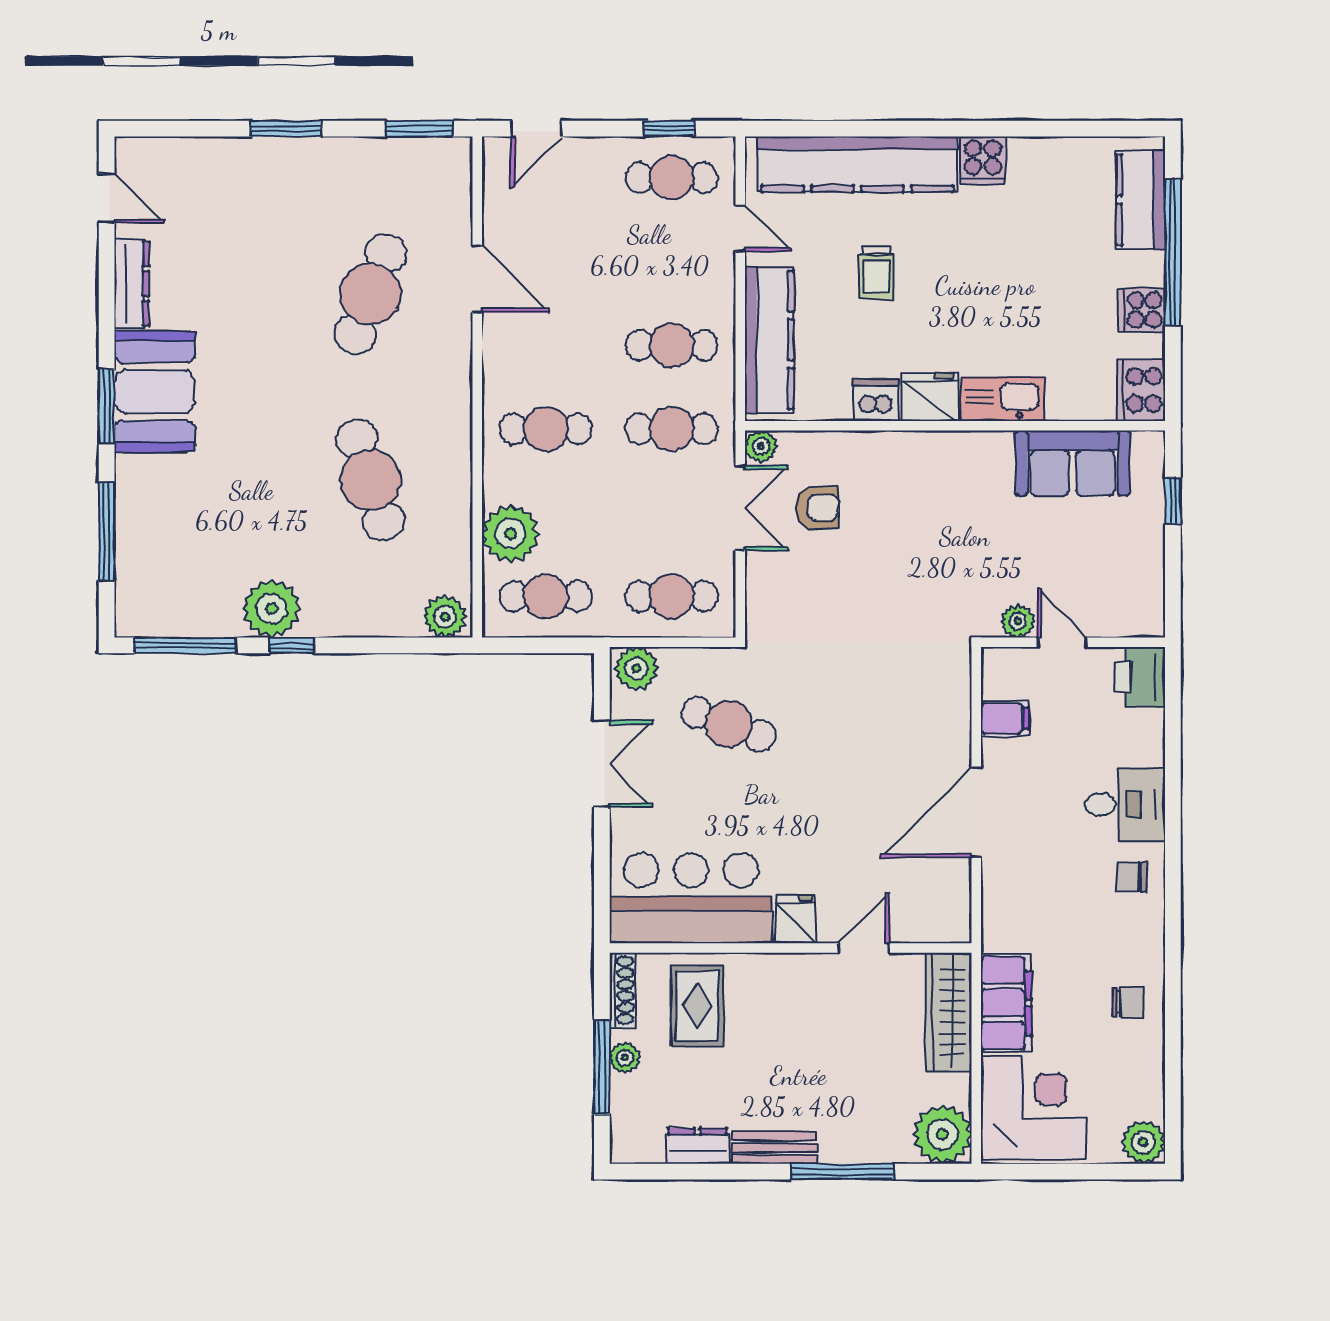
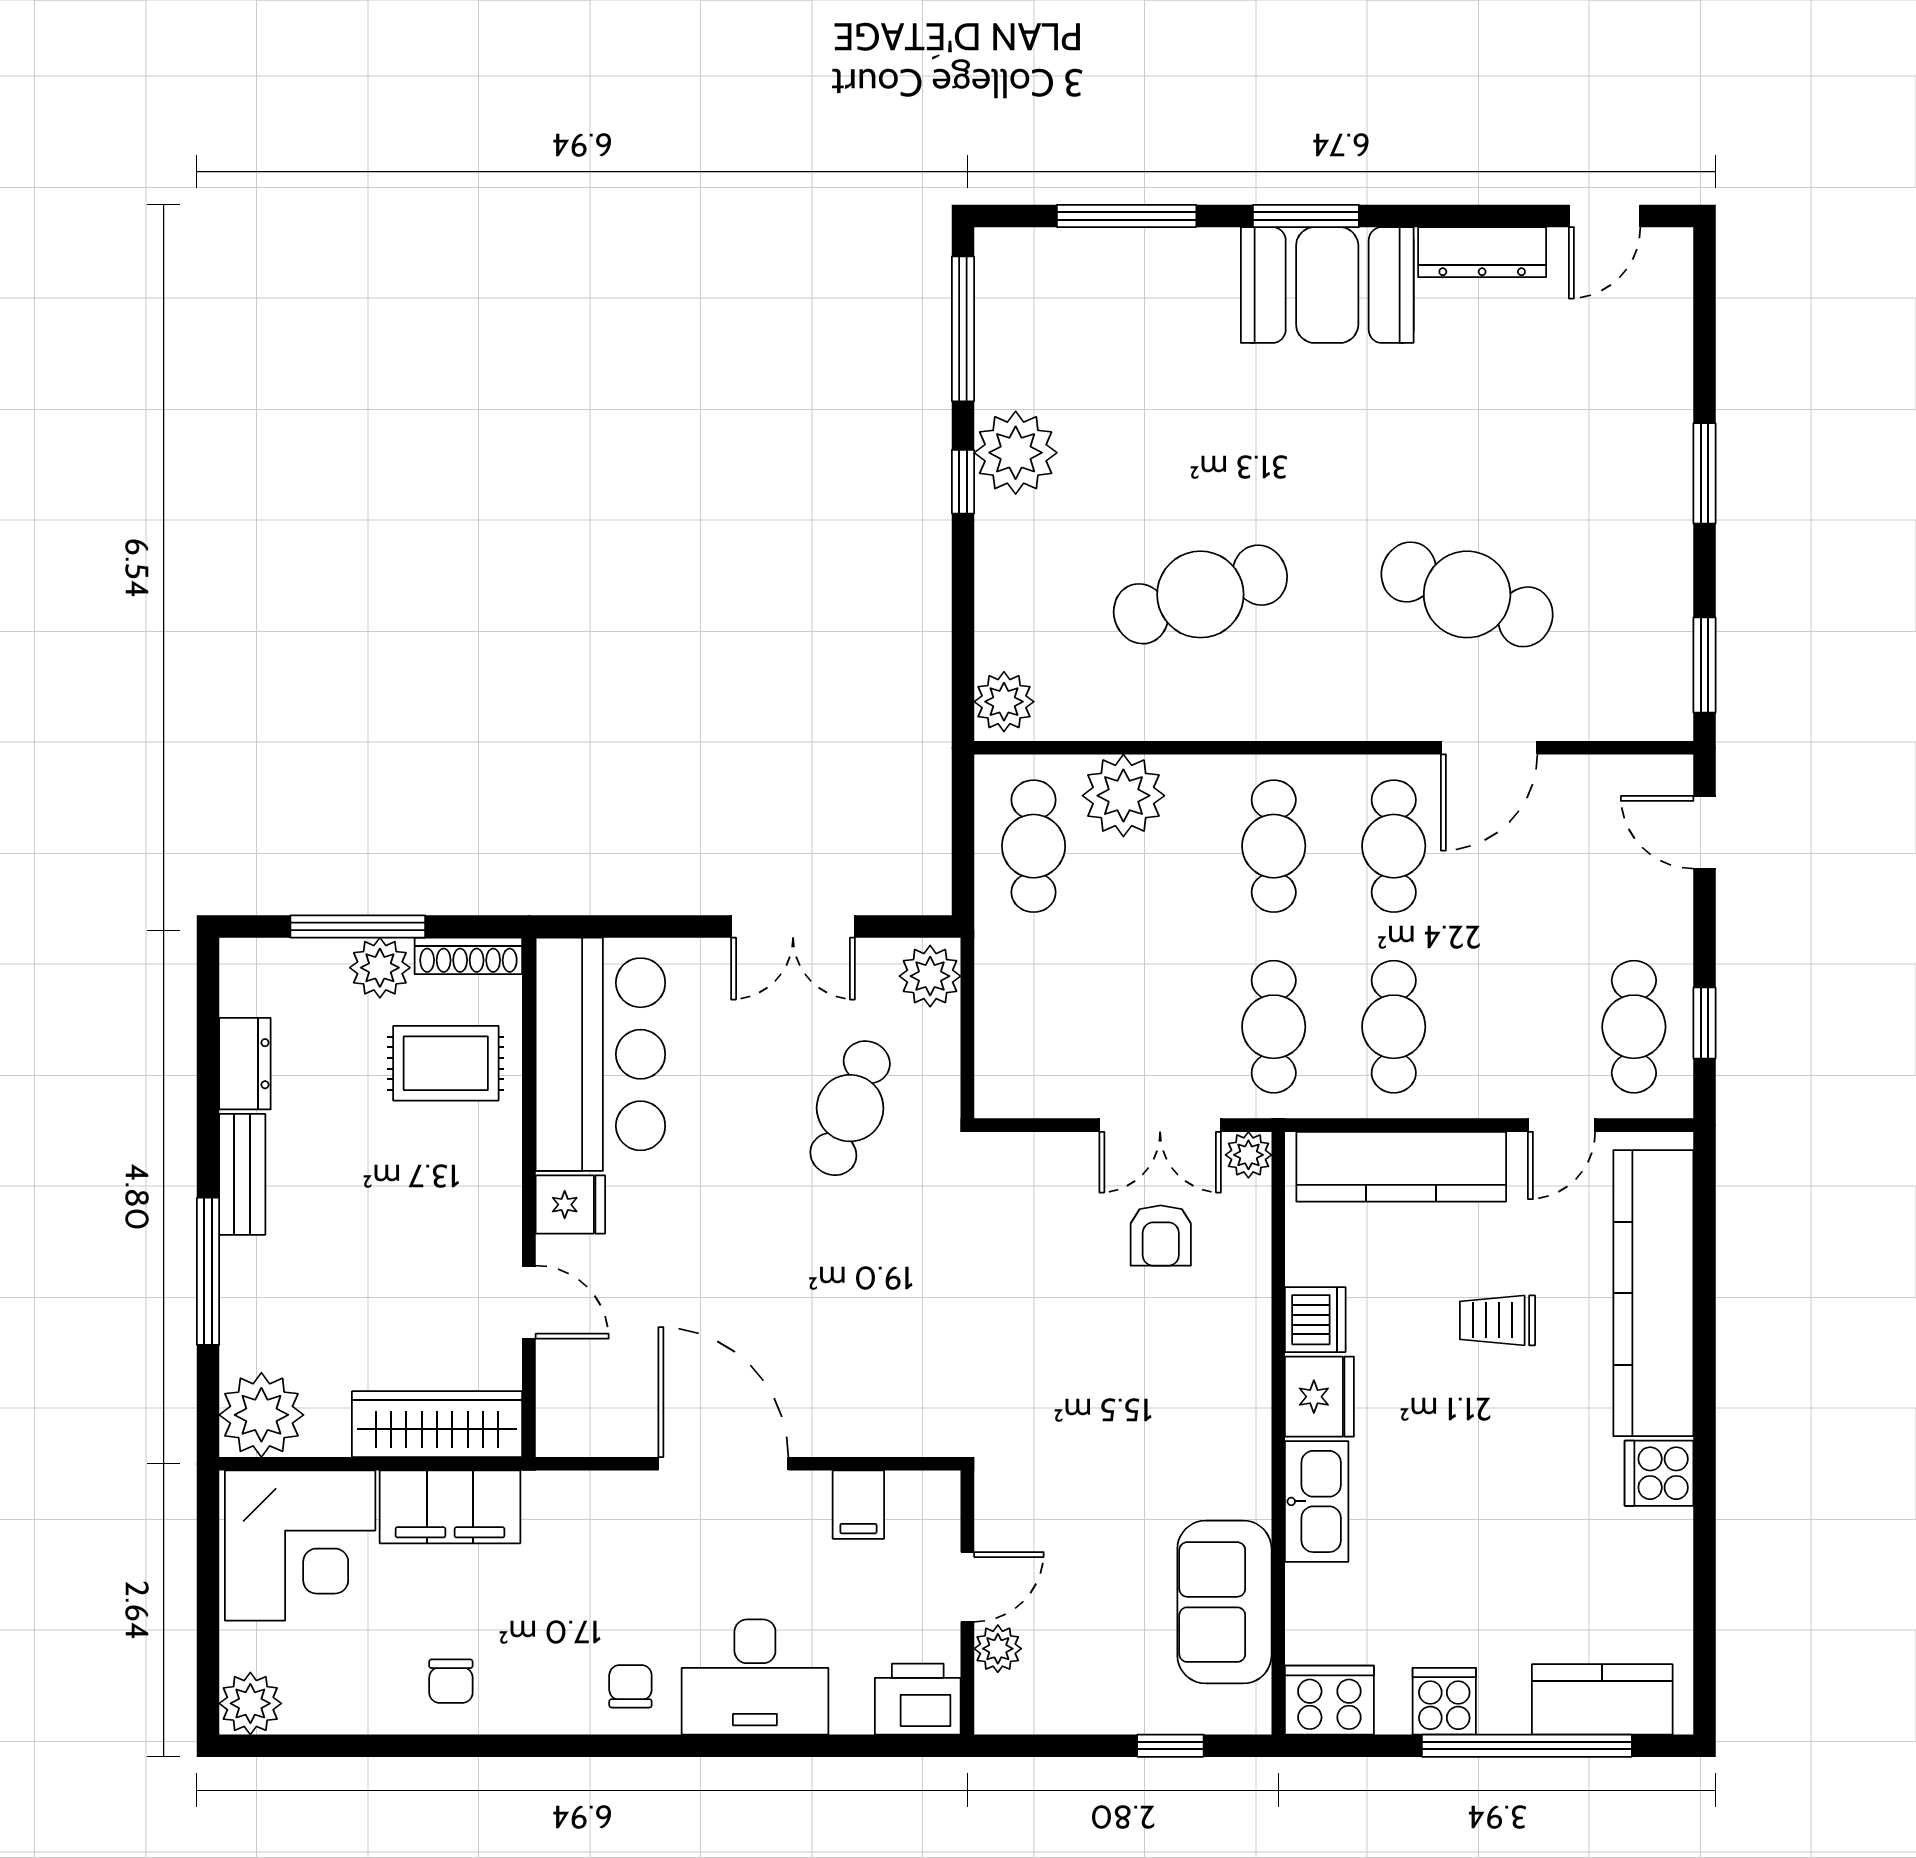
cafe table: (672, 596) -> (1394, 846), moved
plant: (1018, 621) -> (998, 1649), moved
desk: (1125, 804) -> (755, 1677), width x1.37
plant: (625, 1058) -> (380, 968), width x1.38, depth x1.38

